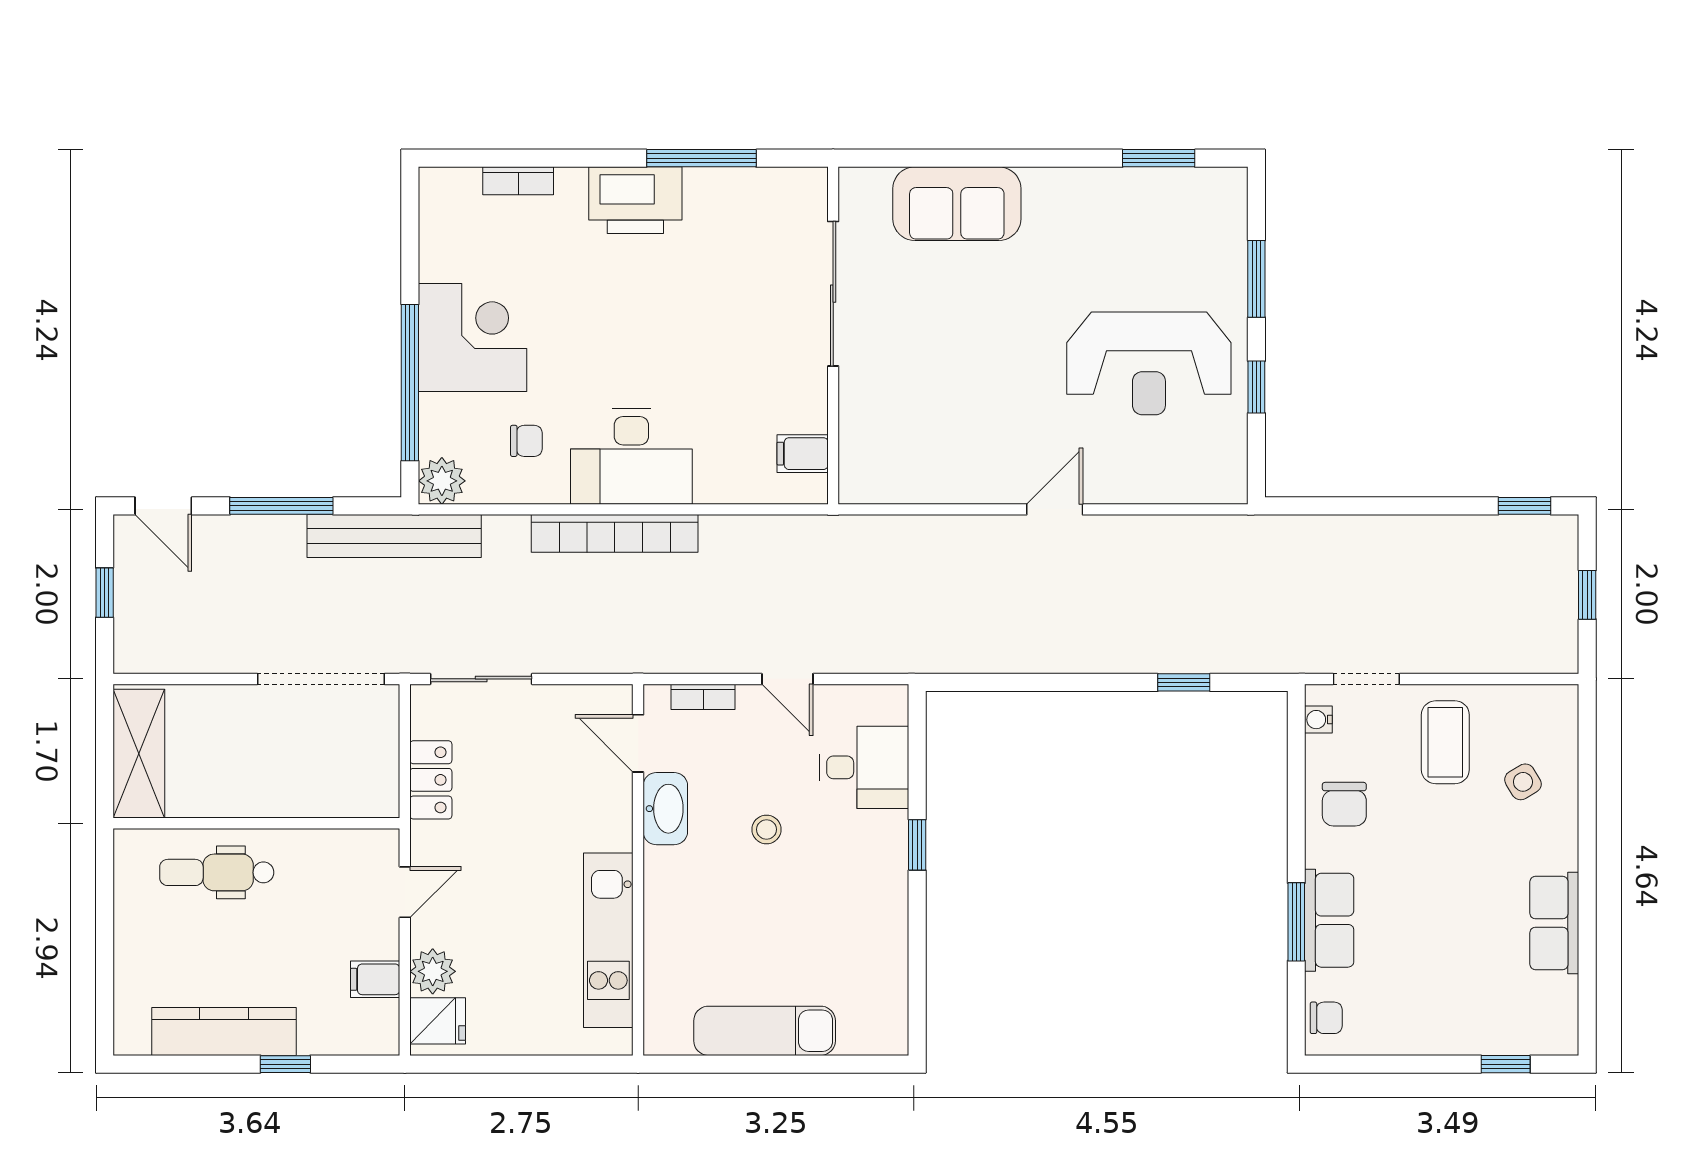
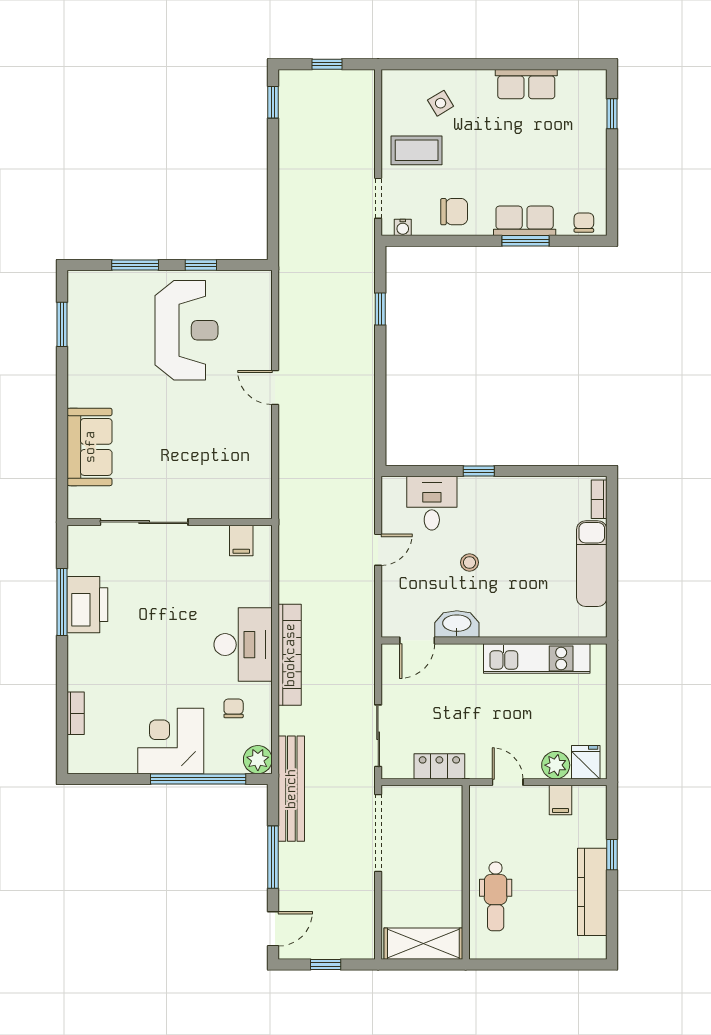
printer: (635, 200) -> (87, 605), moved
bookcase: (703, 697) -> (599, 499), moved, turned 180

